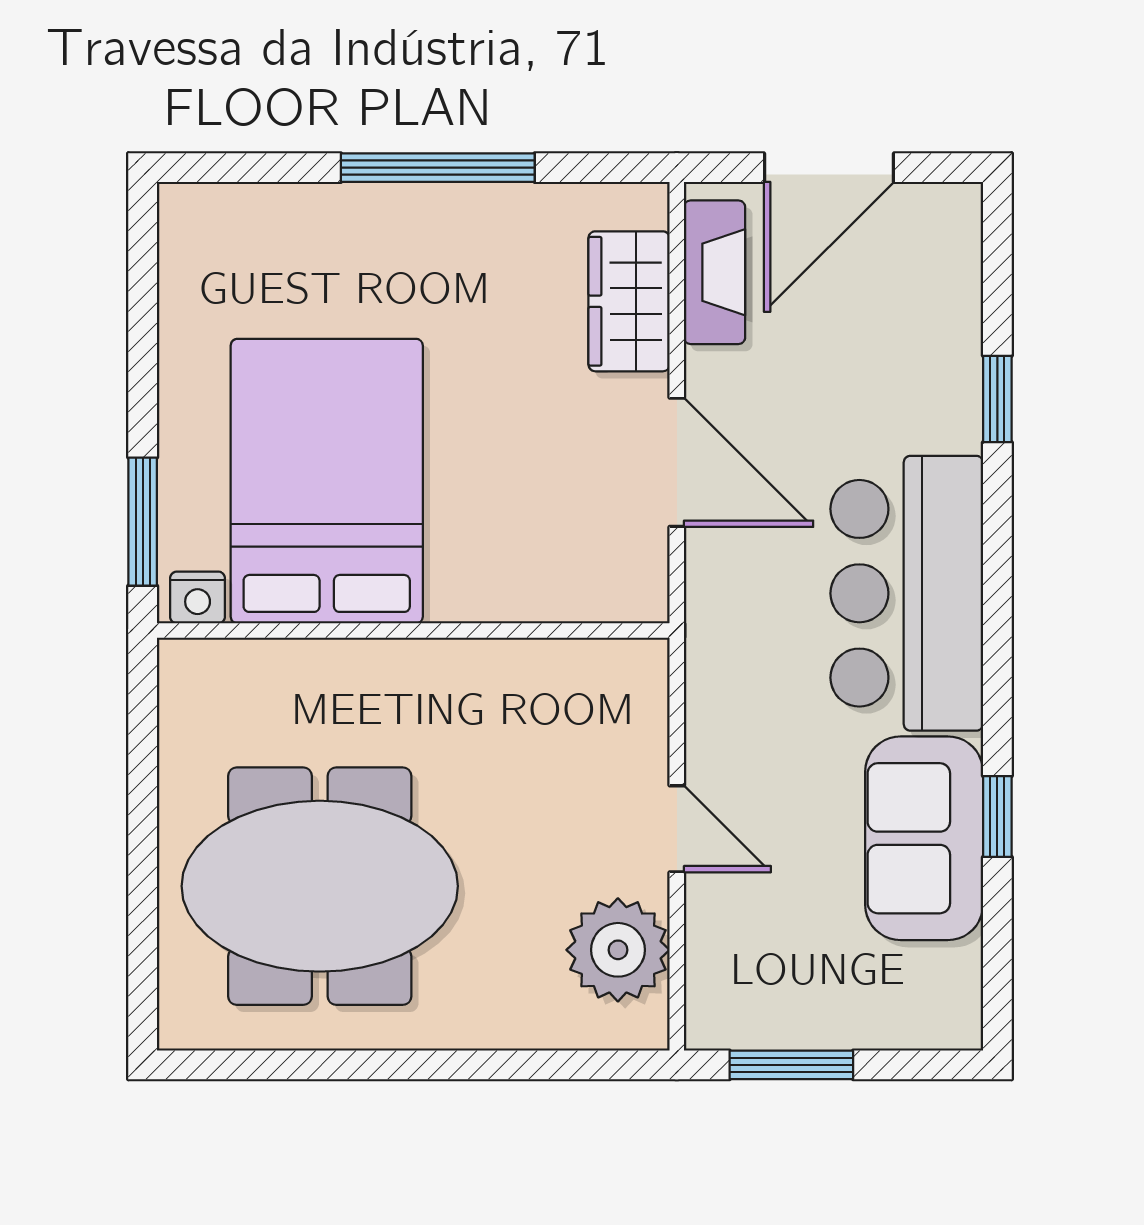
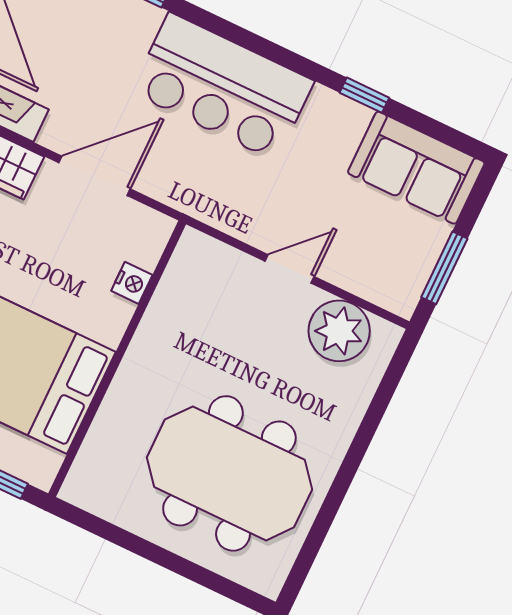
nightstand: (198, 597) -> (132, 283), moved
sofa: (924, 838) -> (416, 168), moved
meeting table: (320, 886) -> (229, 473), turned 90

